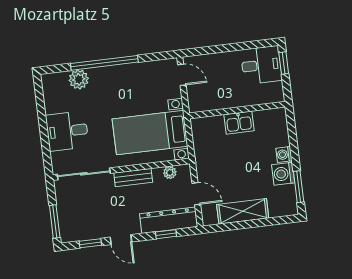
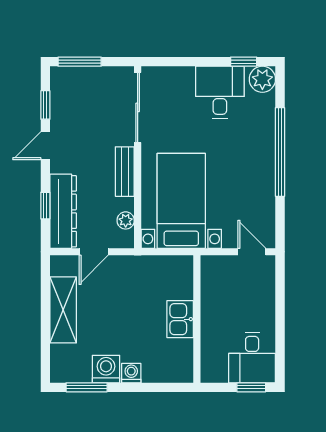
door: (182, 75) -> (252, 252), swing flipped
plant: (79, 79) -> (262, 79), moved
window: (40, 98) -> (244, 62), added
desk: (67, 131) -> (220, 92), moved

